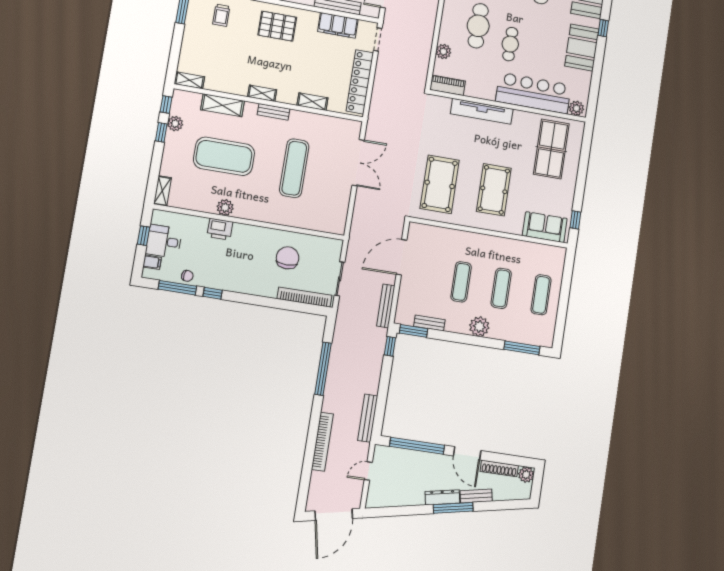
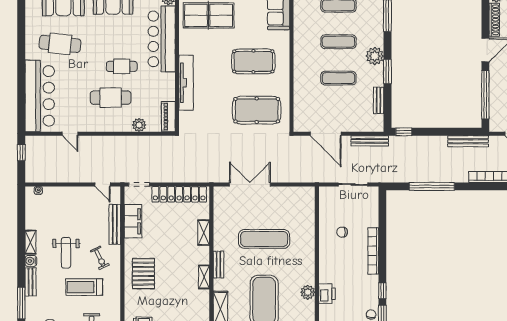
chair: (288, 258) -> (342, 232), width x0.54, depth x0.54
bookcase: (304, 297) -> (373, 251), moved
window: (414, 331) -> (387, 71), moved

